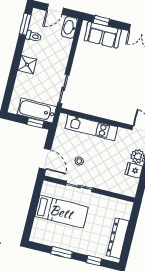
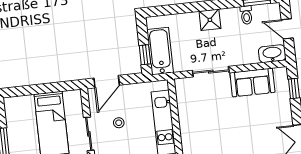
sofa: (103, 35) -> (252, 83), moved, turned -90
sliding door: (63, 89) -> (211, 72), moved

